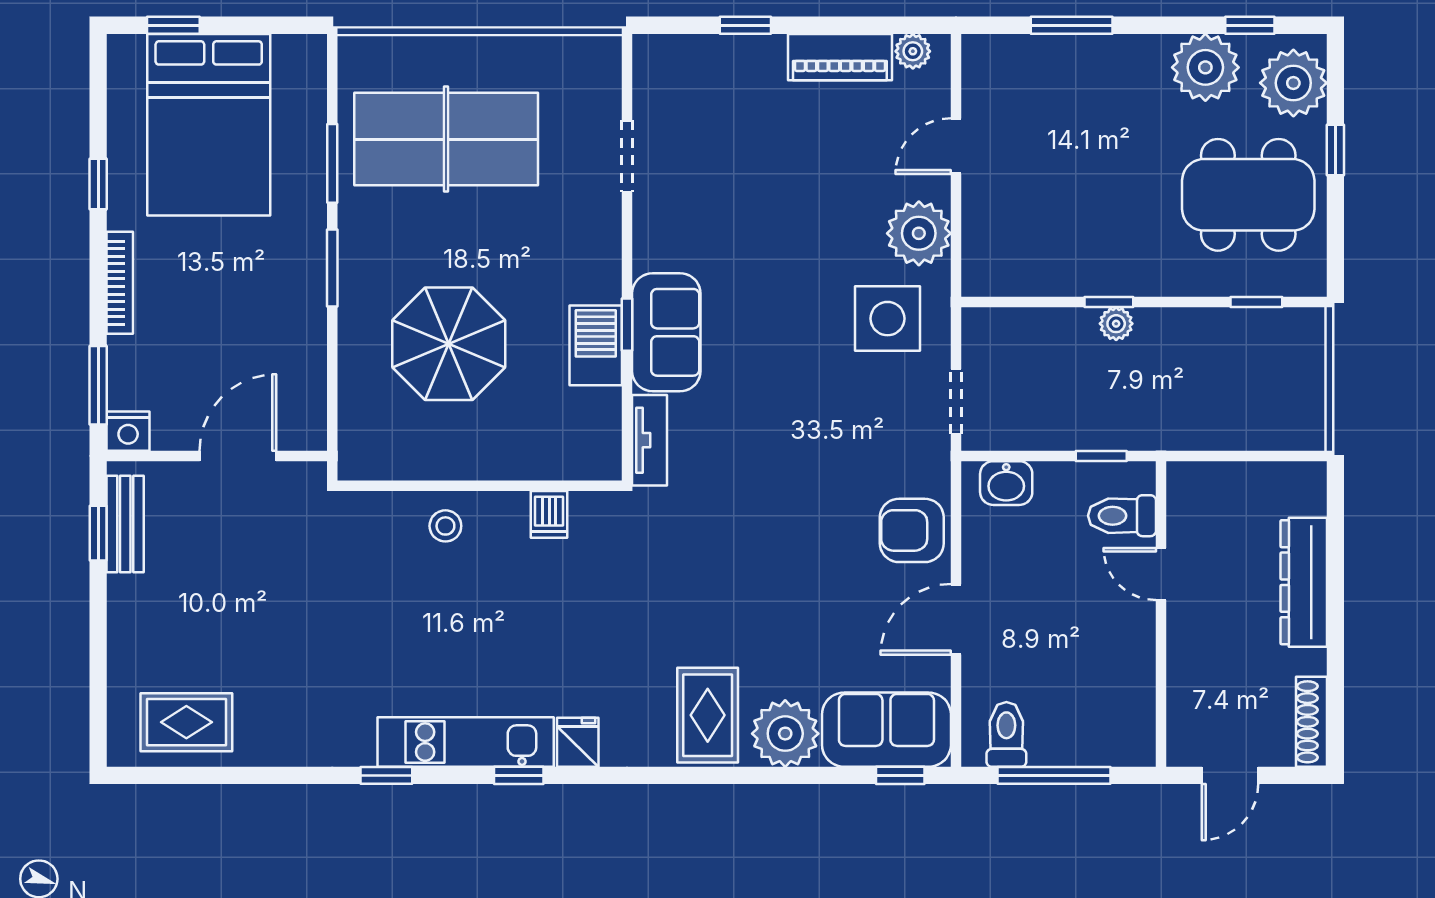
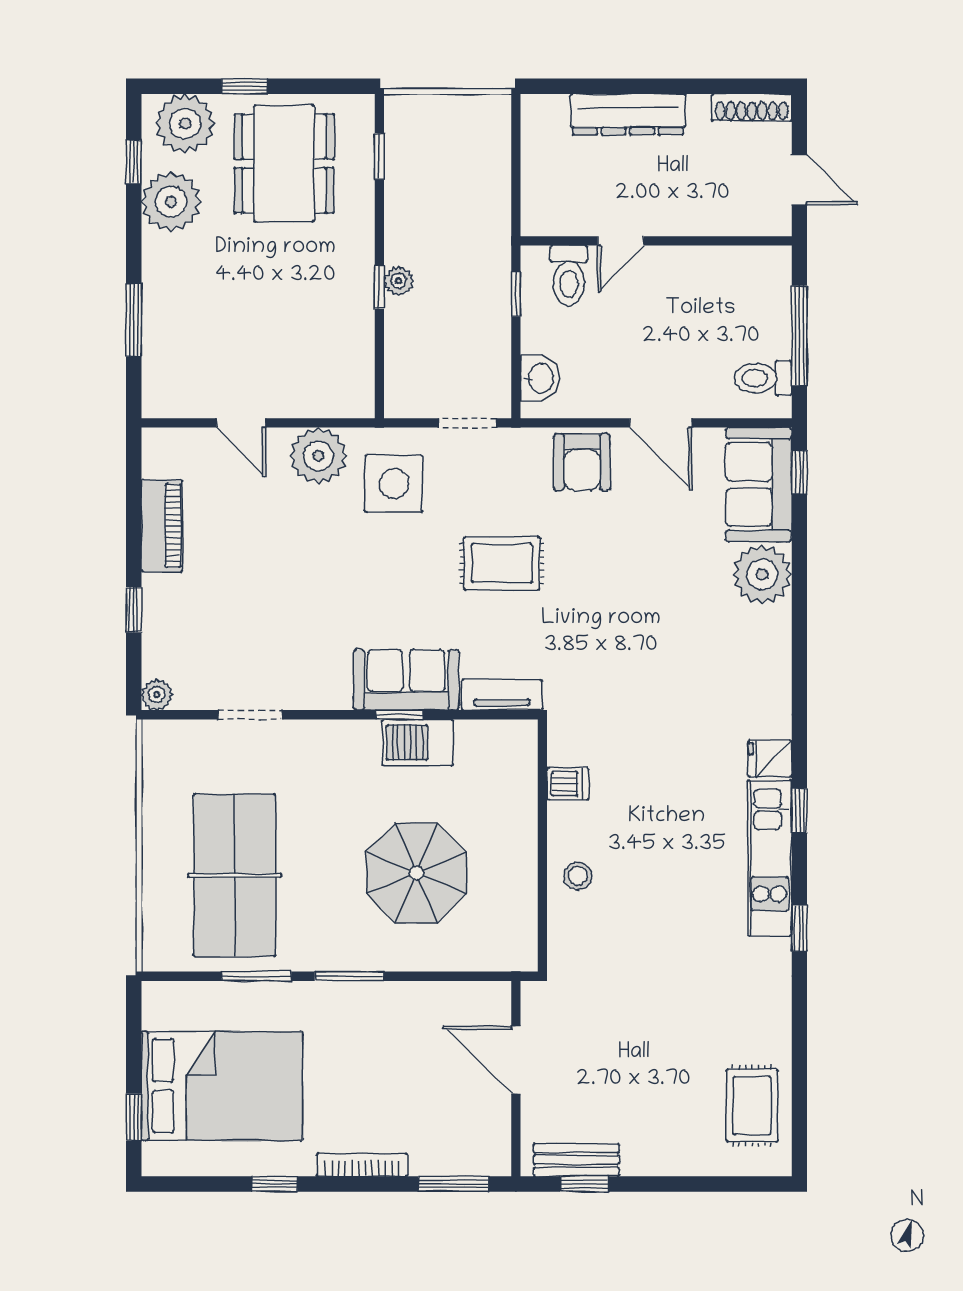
plant: (913, 51) -> (157, 695), moved
nightstand: (128, 431) -> (494, 1157), removed
rug: (708, 715) -> (502, 563), moved

